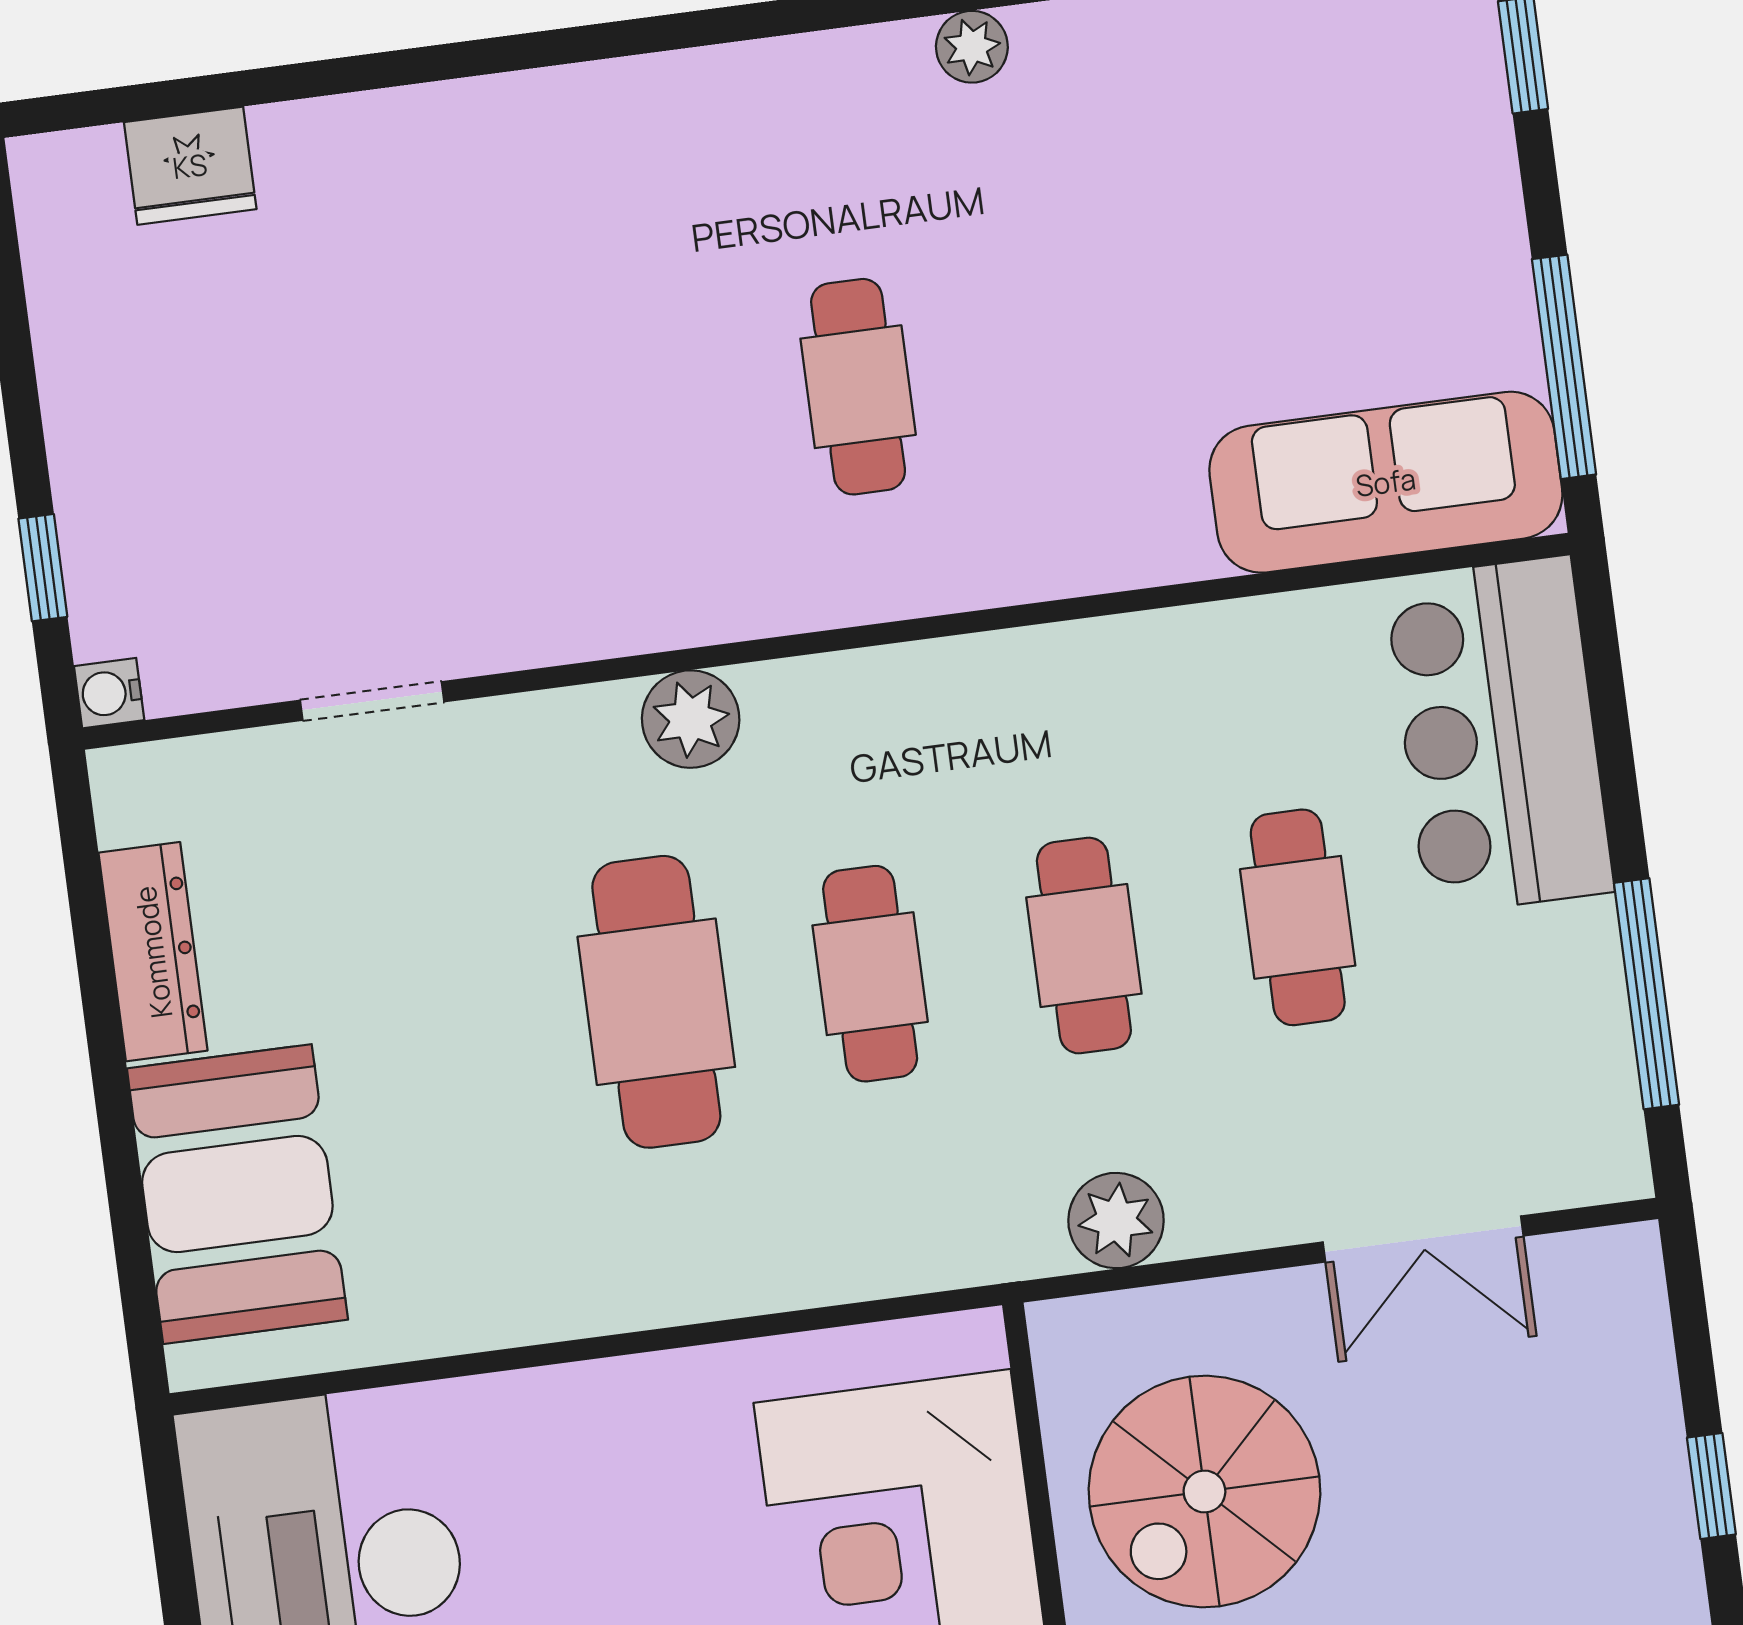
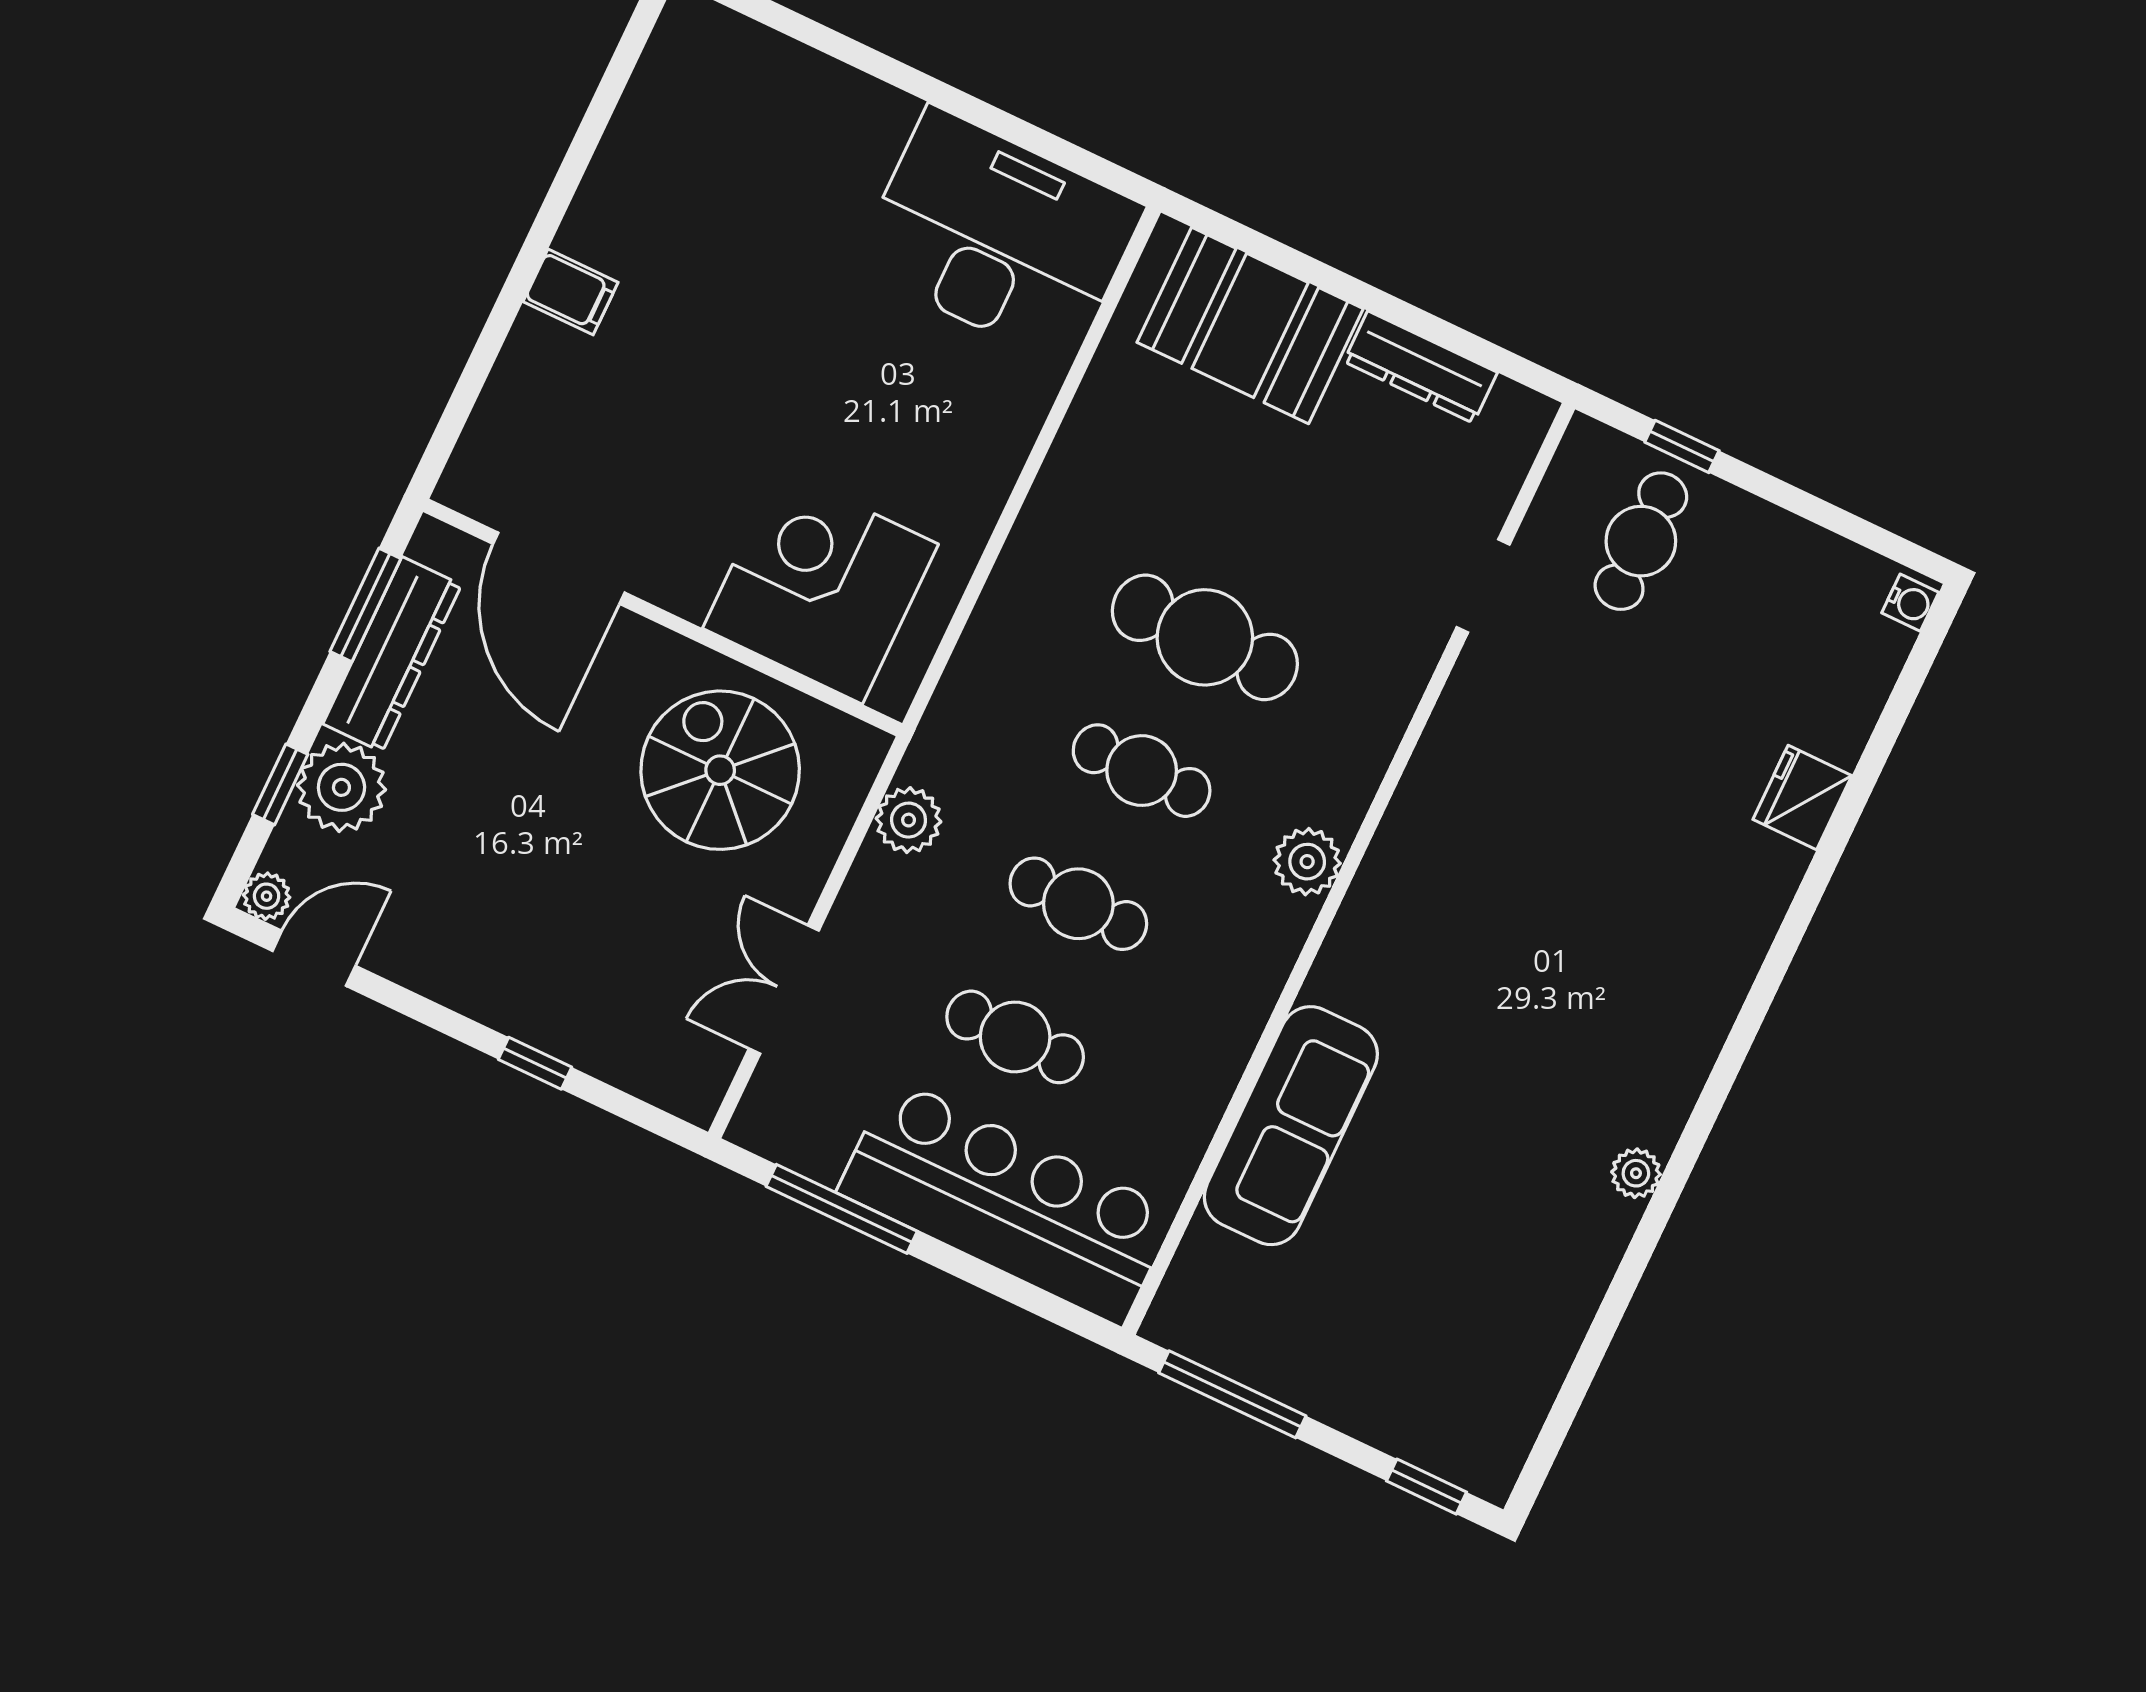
fridge: (190, 166) -> (1802, 797), moved
cafe table: (858, 387) -> (1641, 541), moved, turned 90
sofa: (1386, 482) -> (1291, 1126), moved
water cooler: (109, 693) -> (1910, 603), moved, turned 90
plant: (691, 719) -> (1307, 862), moved
bar counter: (1499, 735) -> (1007, 1202), width x1.36

